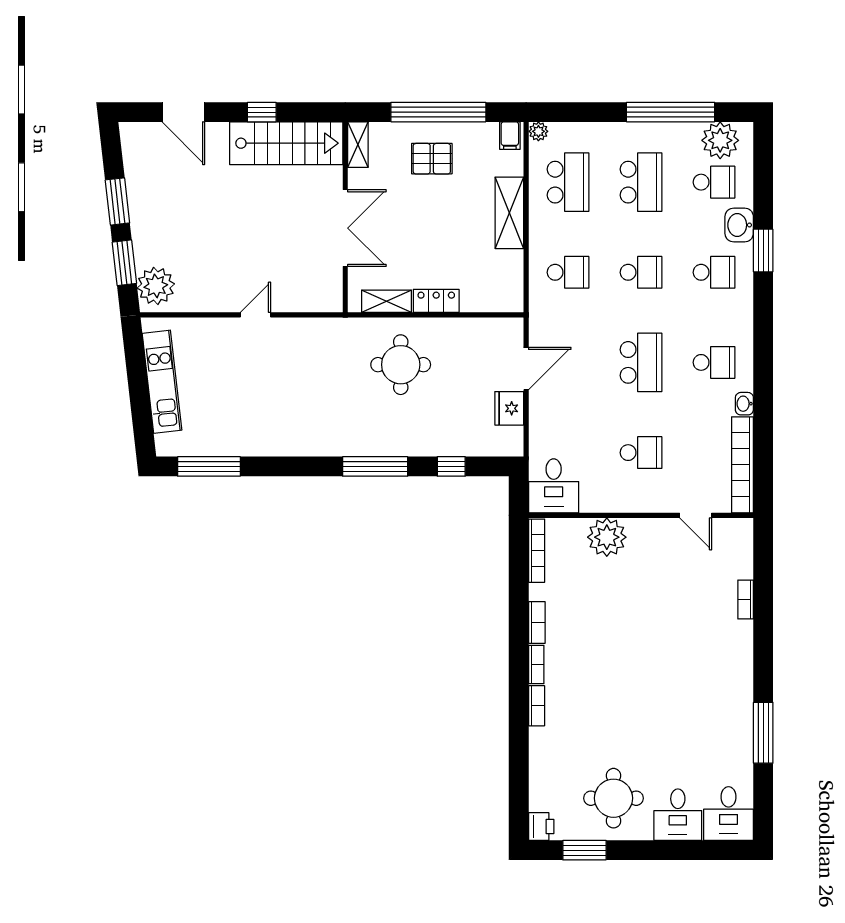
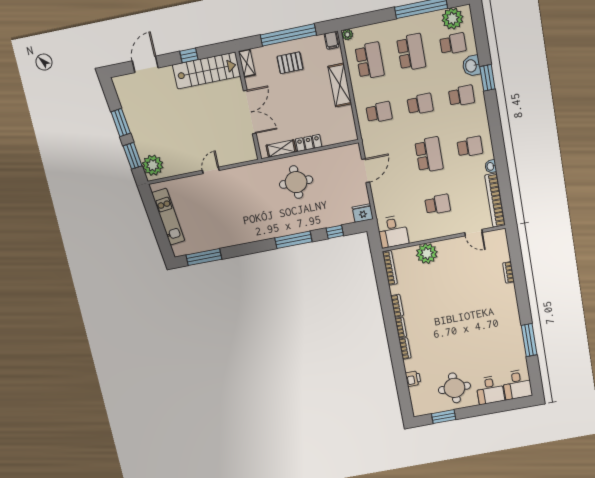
door: (183, 112) -> (145, 64), swing flipped
fridge: (509, 408) -> (363, 213), moved, turned 90
printer: (541, 826) -> (413, 379), moved

